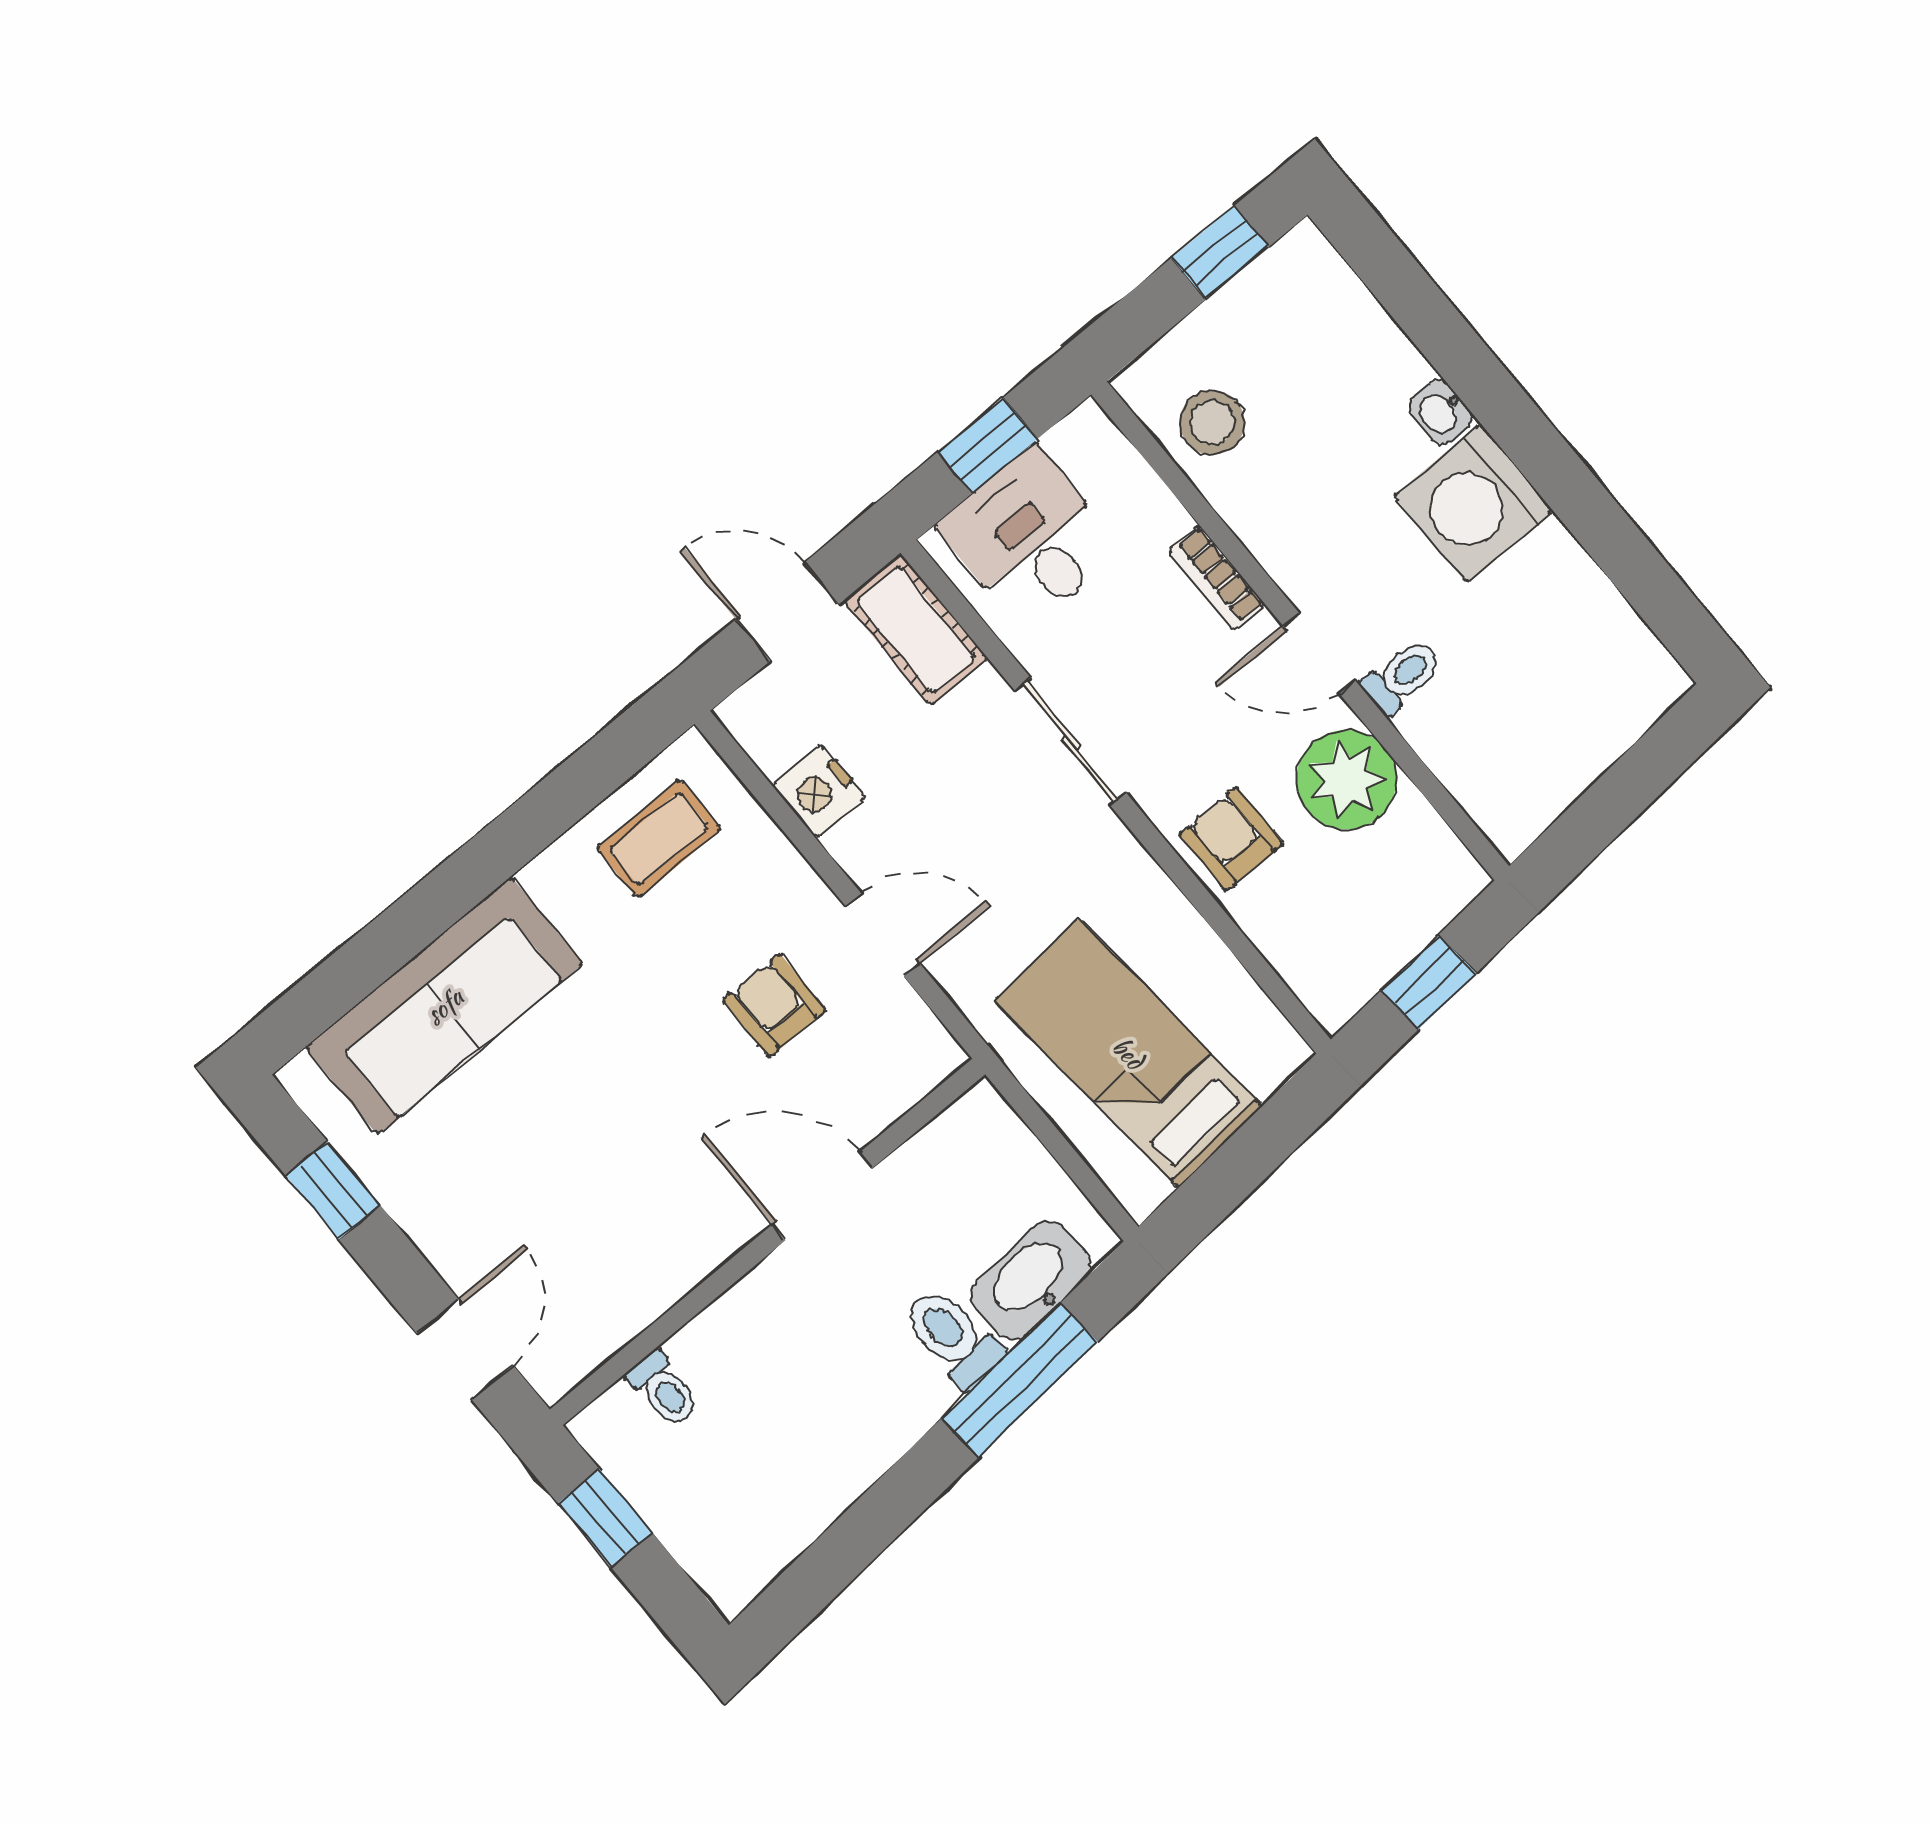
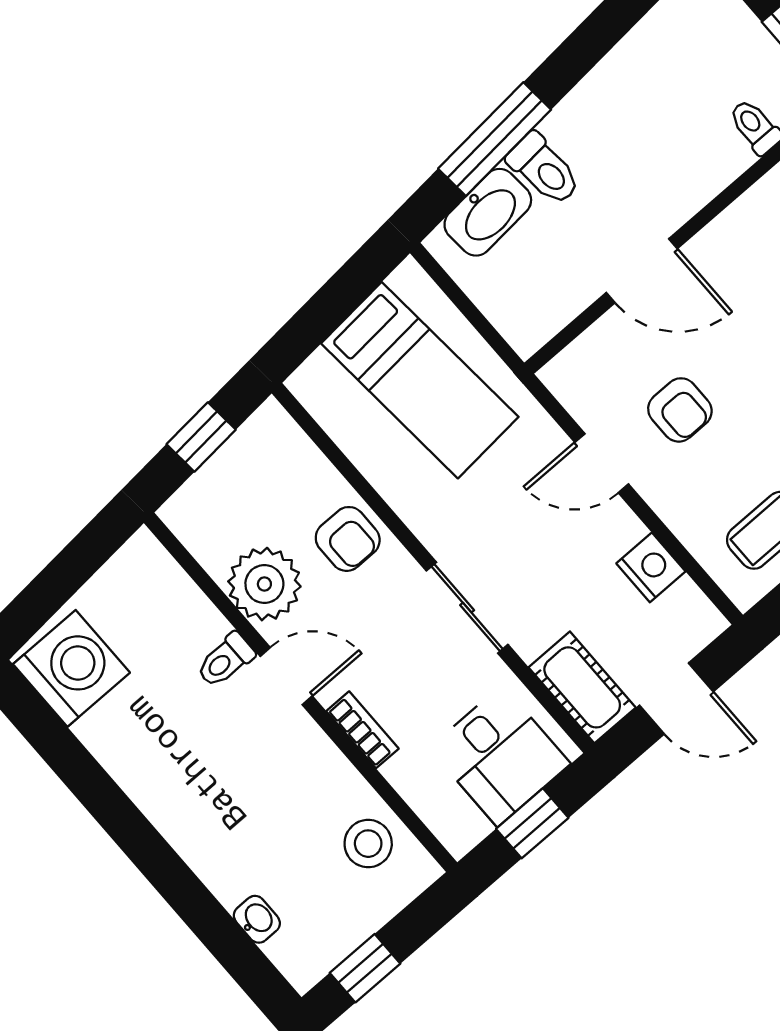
washbasin: (1440, 412) -> (257, 919), moved
washing machine: (1473, 503) -> (72, 668), moved

